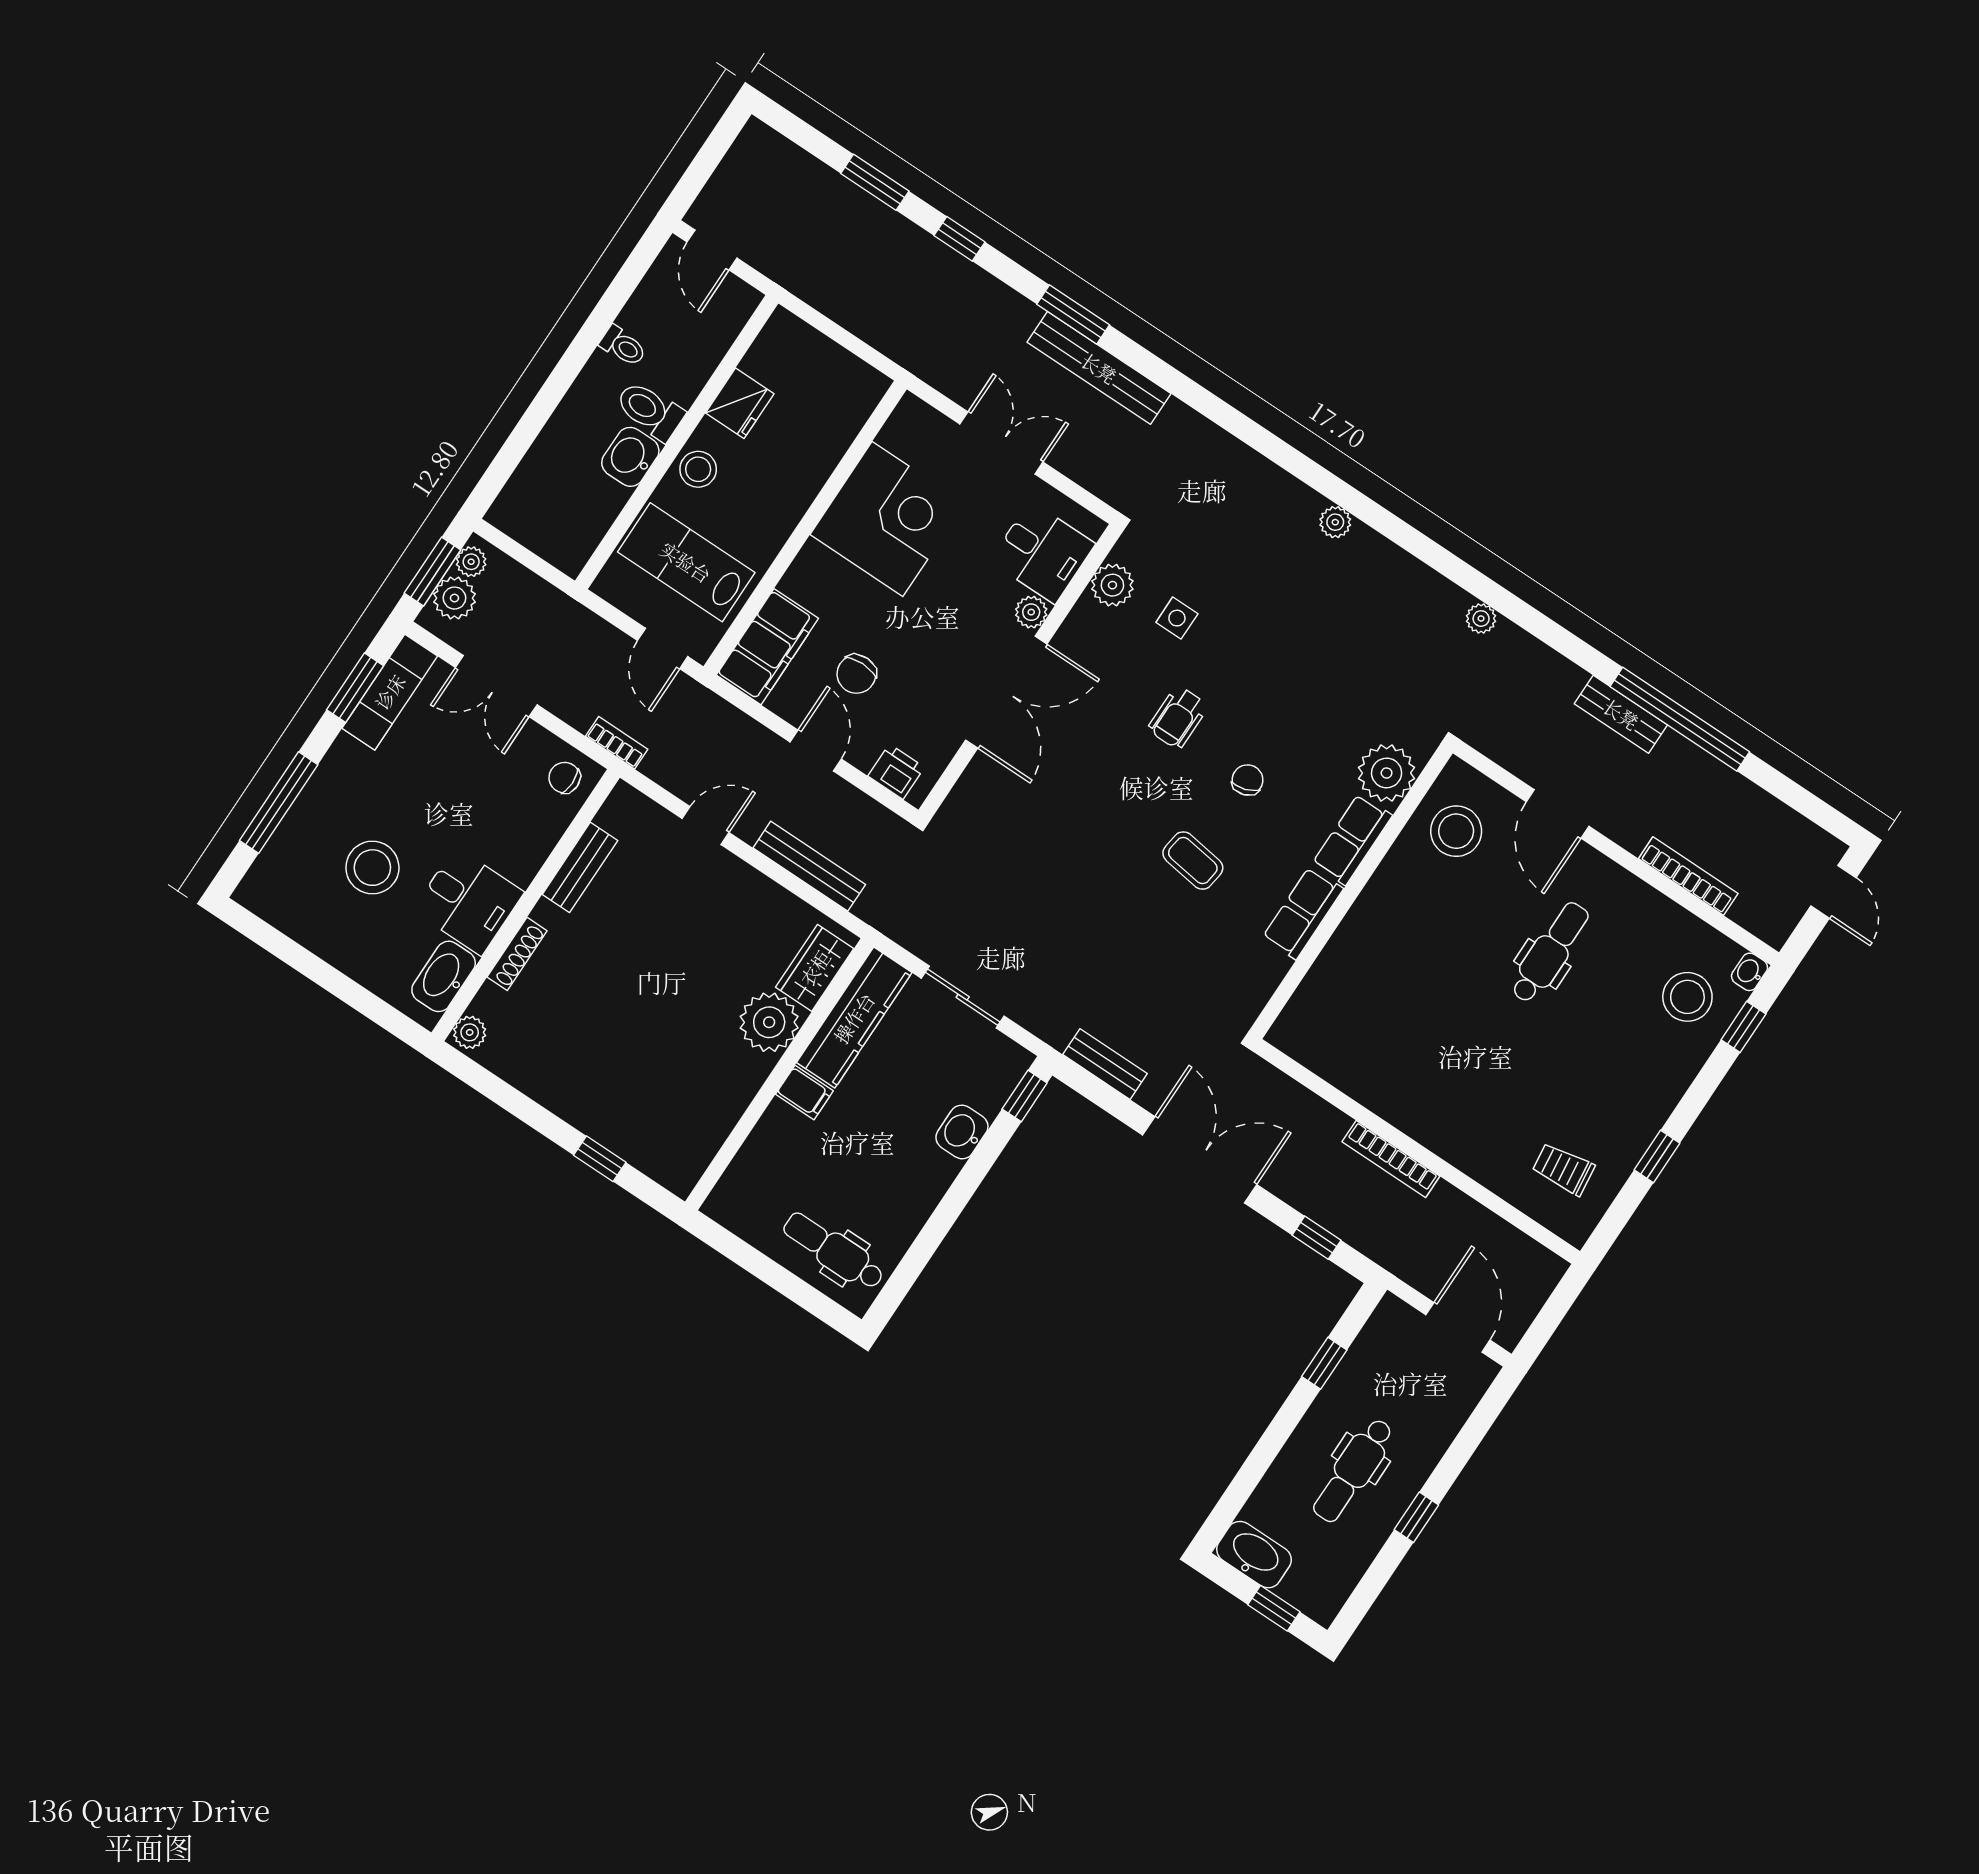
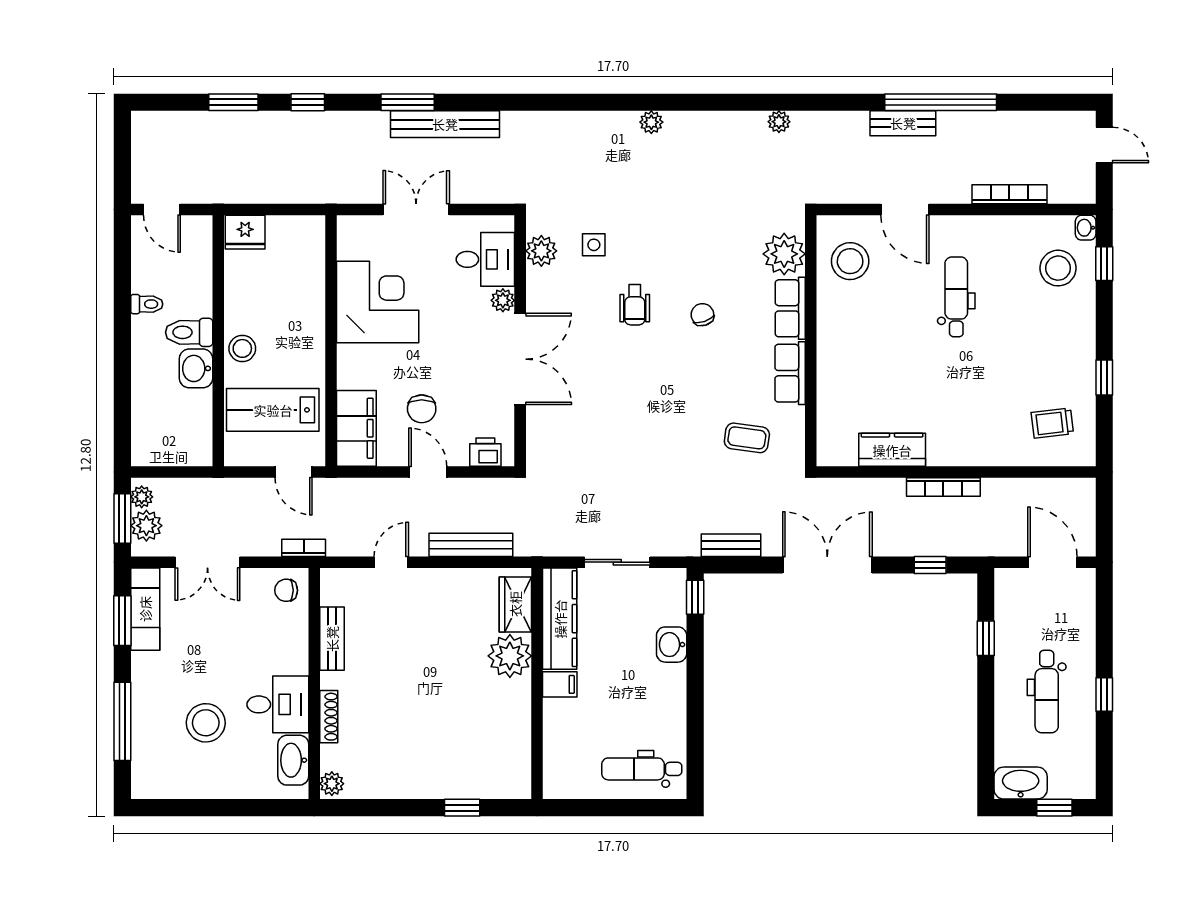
fridge: (740, 403) -> (245, 232), moved, turned 90
coffee table: (1193, 861) -> (747, 438), moved
kitchen counter: (1361, 1078) -> (892, 450), added

